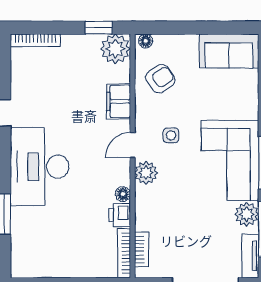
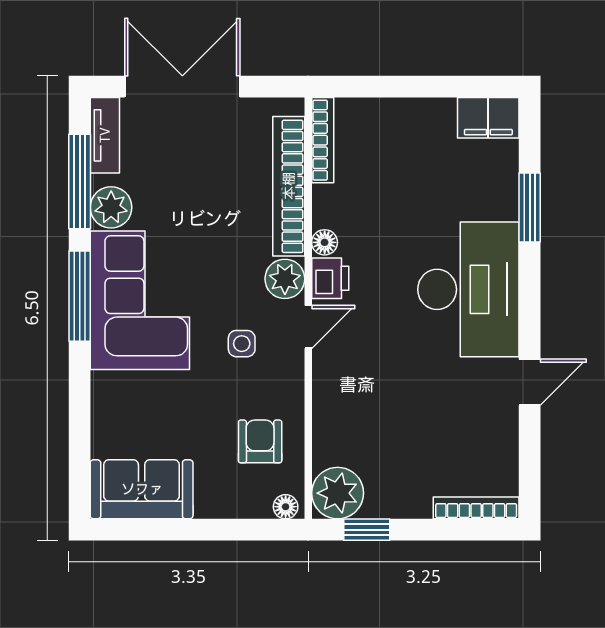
armchair: (160, 79) -> (260, 441), turned 125
filing cabinet: (119, 101) -> (488, 118), moved, turned 90
printer: (120, 215) -> (330, 278), moved
bookcase: (142, 249) -> (289, 186), width x2.31, depth x1.31

